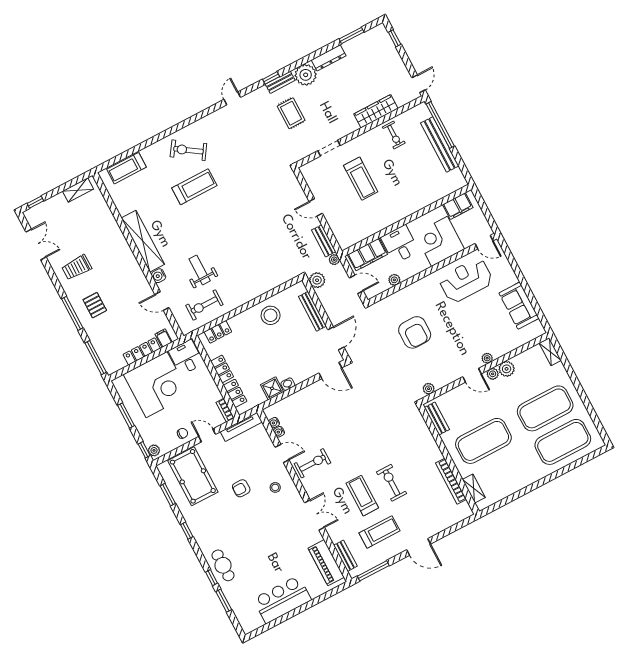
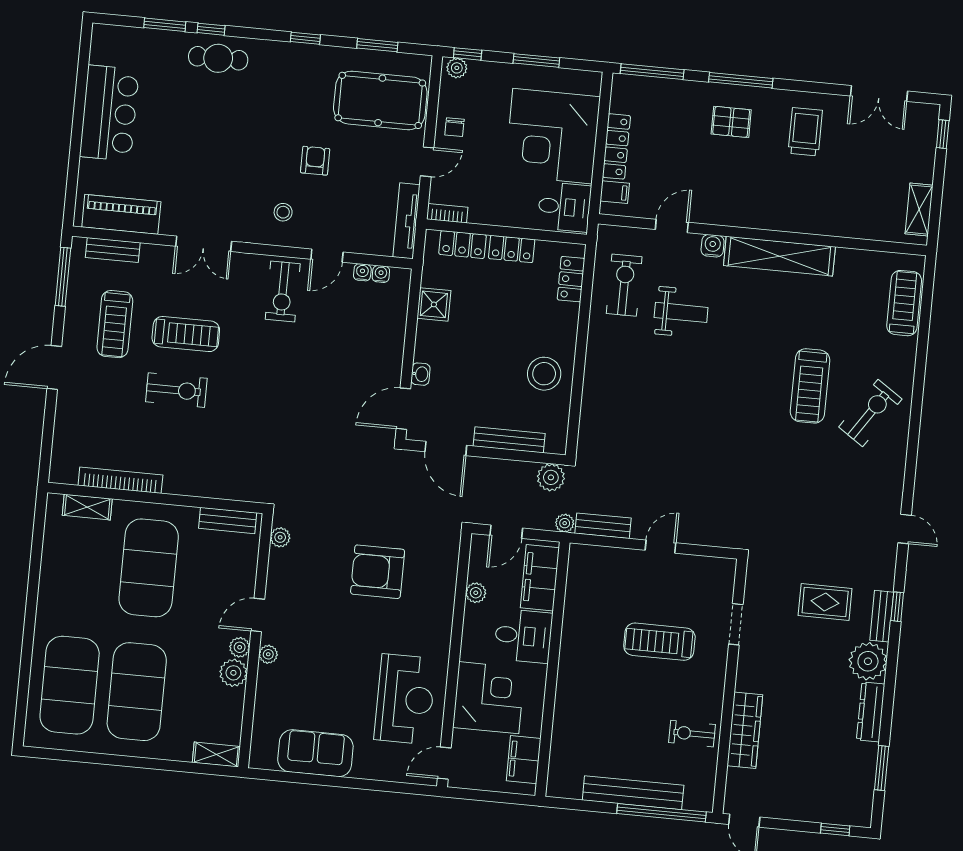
washbasin: (288, 384) -> (421, 374), moved

